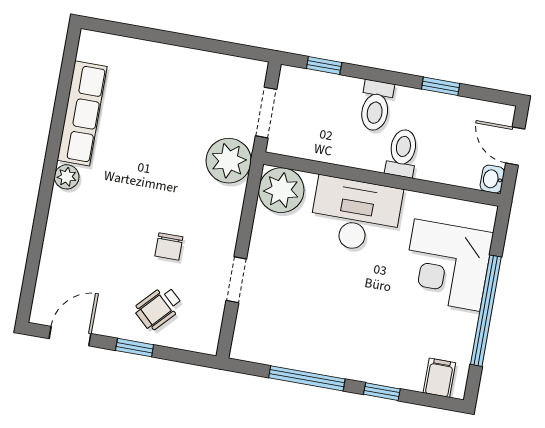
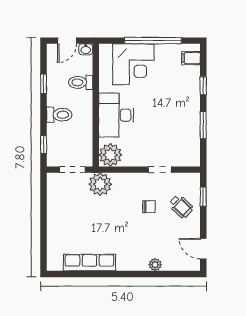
toilet: (402, 153) -> (81, 82), moved
plant: (67, 177) -> (155, 265), moved
window: (135, 348) -> (203, 197), moved
window: (307, 378) -> (203, 125), width x0.69

